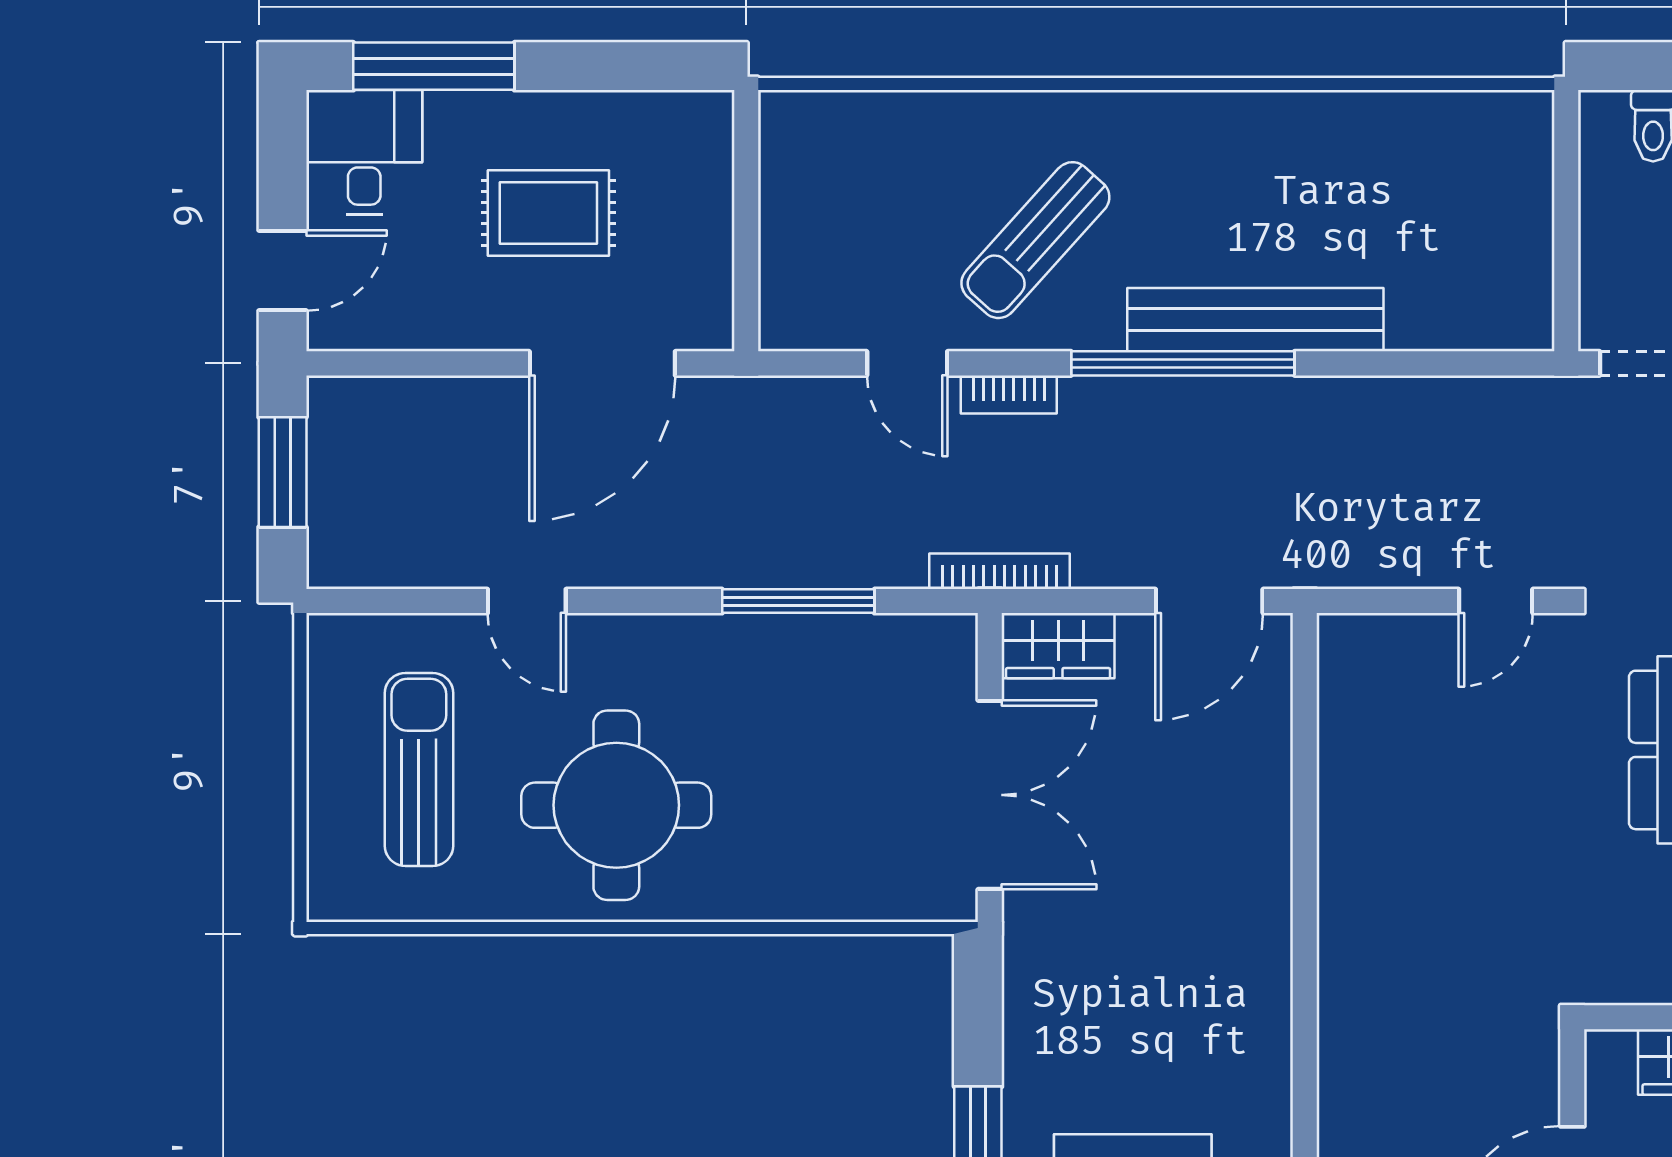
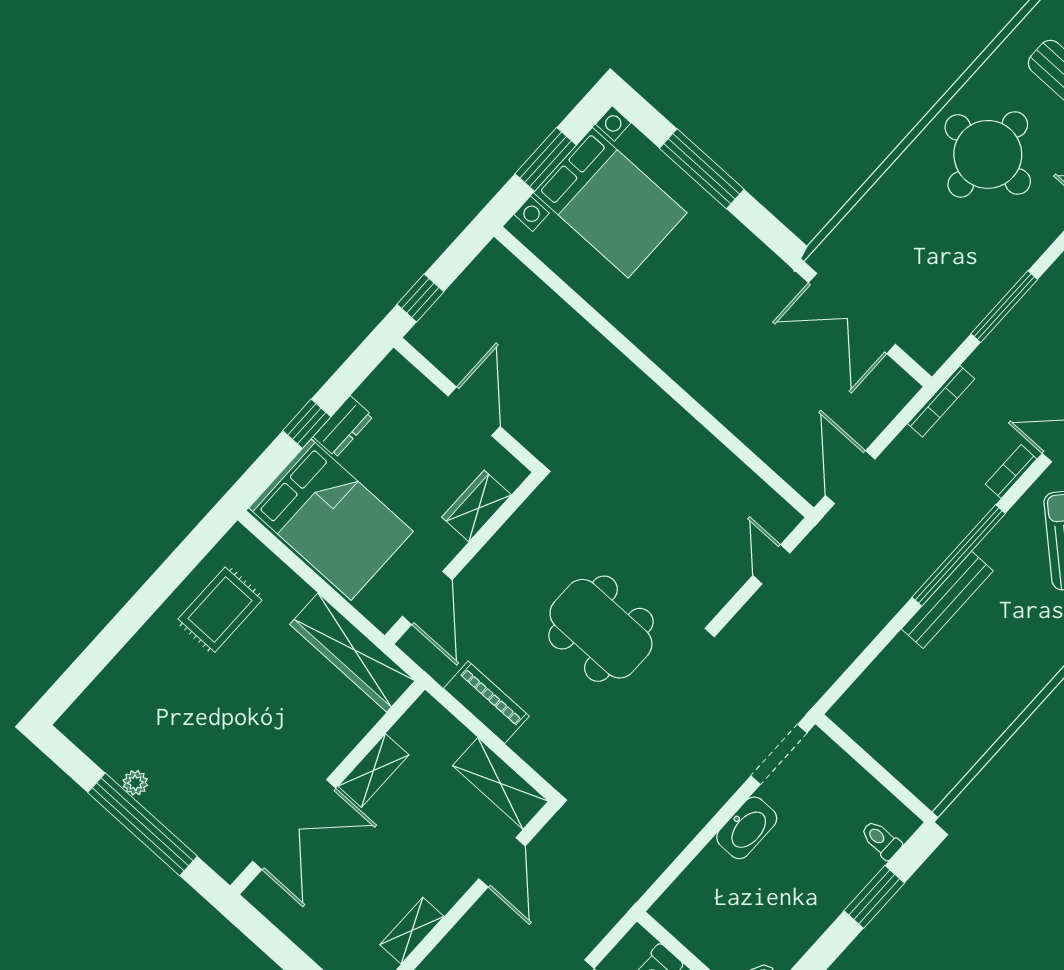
bench: (1255, 320) -> (947, 600), width x0.73, depth x0.82
door: (1496, 601) -> (771, 564), moved
wardrobe: (1058, 646) -> (888, 398), removed

